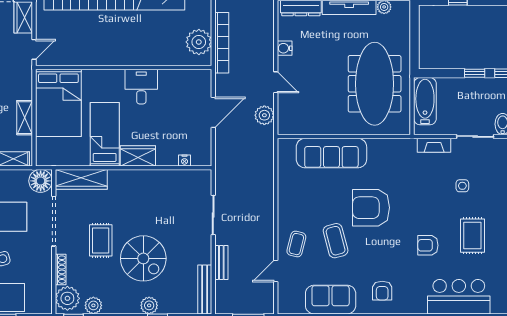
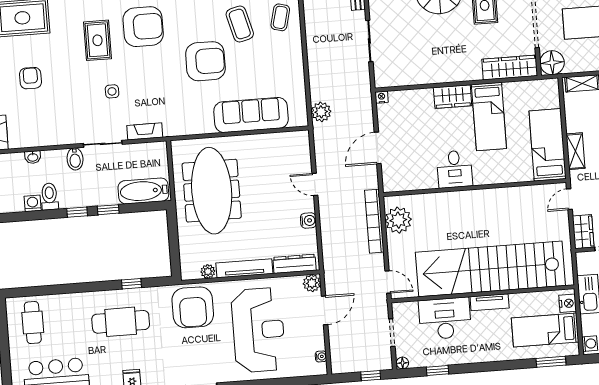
bathtub: (425, 101) -> (143, 191), moved, turned 90
bed: (58, 103) -> (548, 145), width x0.67
plant: (264, 115) -> (321, 112), moved
shelving: (25, 118) -> (576, 151), moved
nightstand: (185, 161) -> (382, 97), moved
armchair: (428, 245) -> (143, 27), width x1.88, depth x1.88

